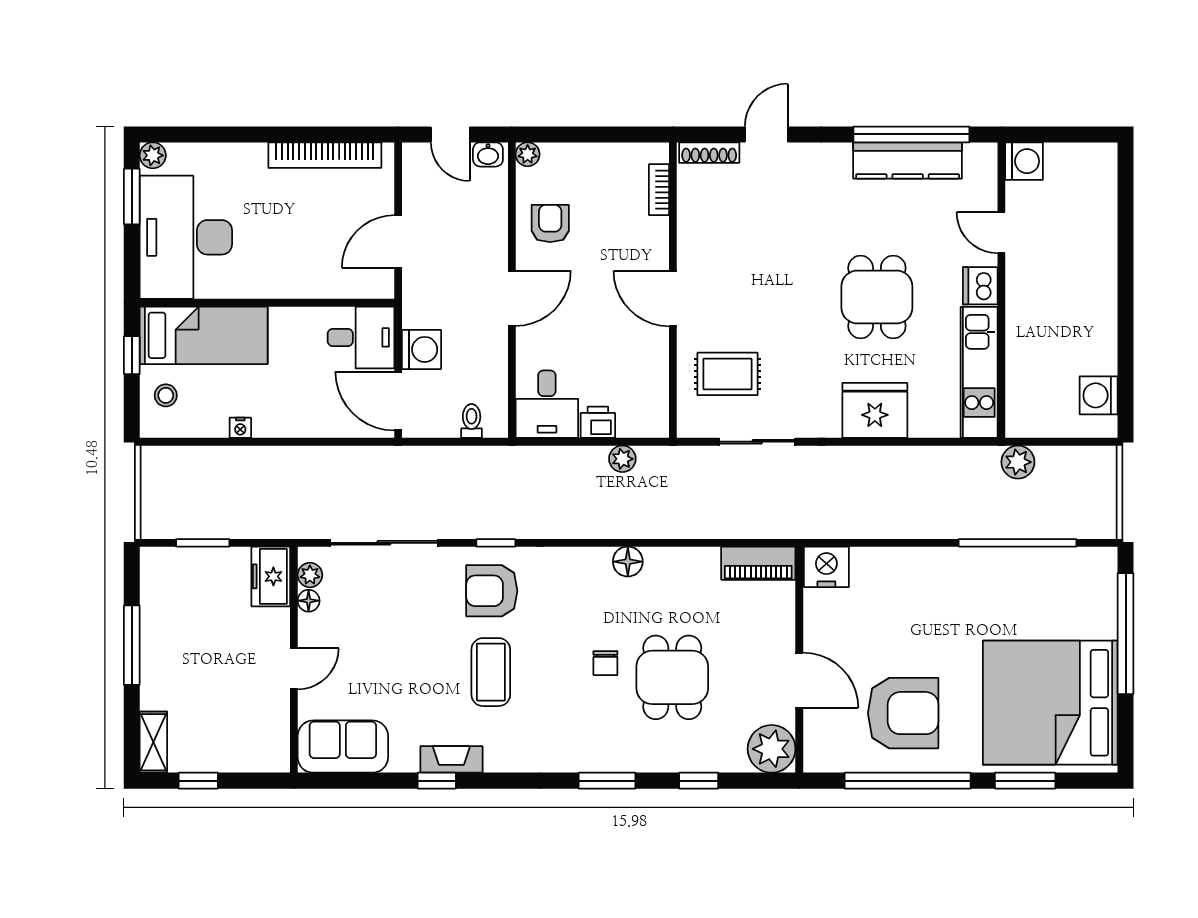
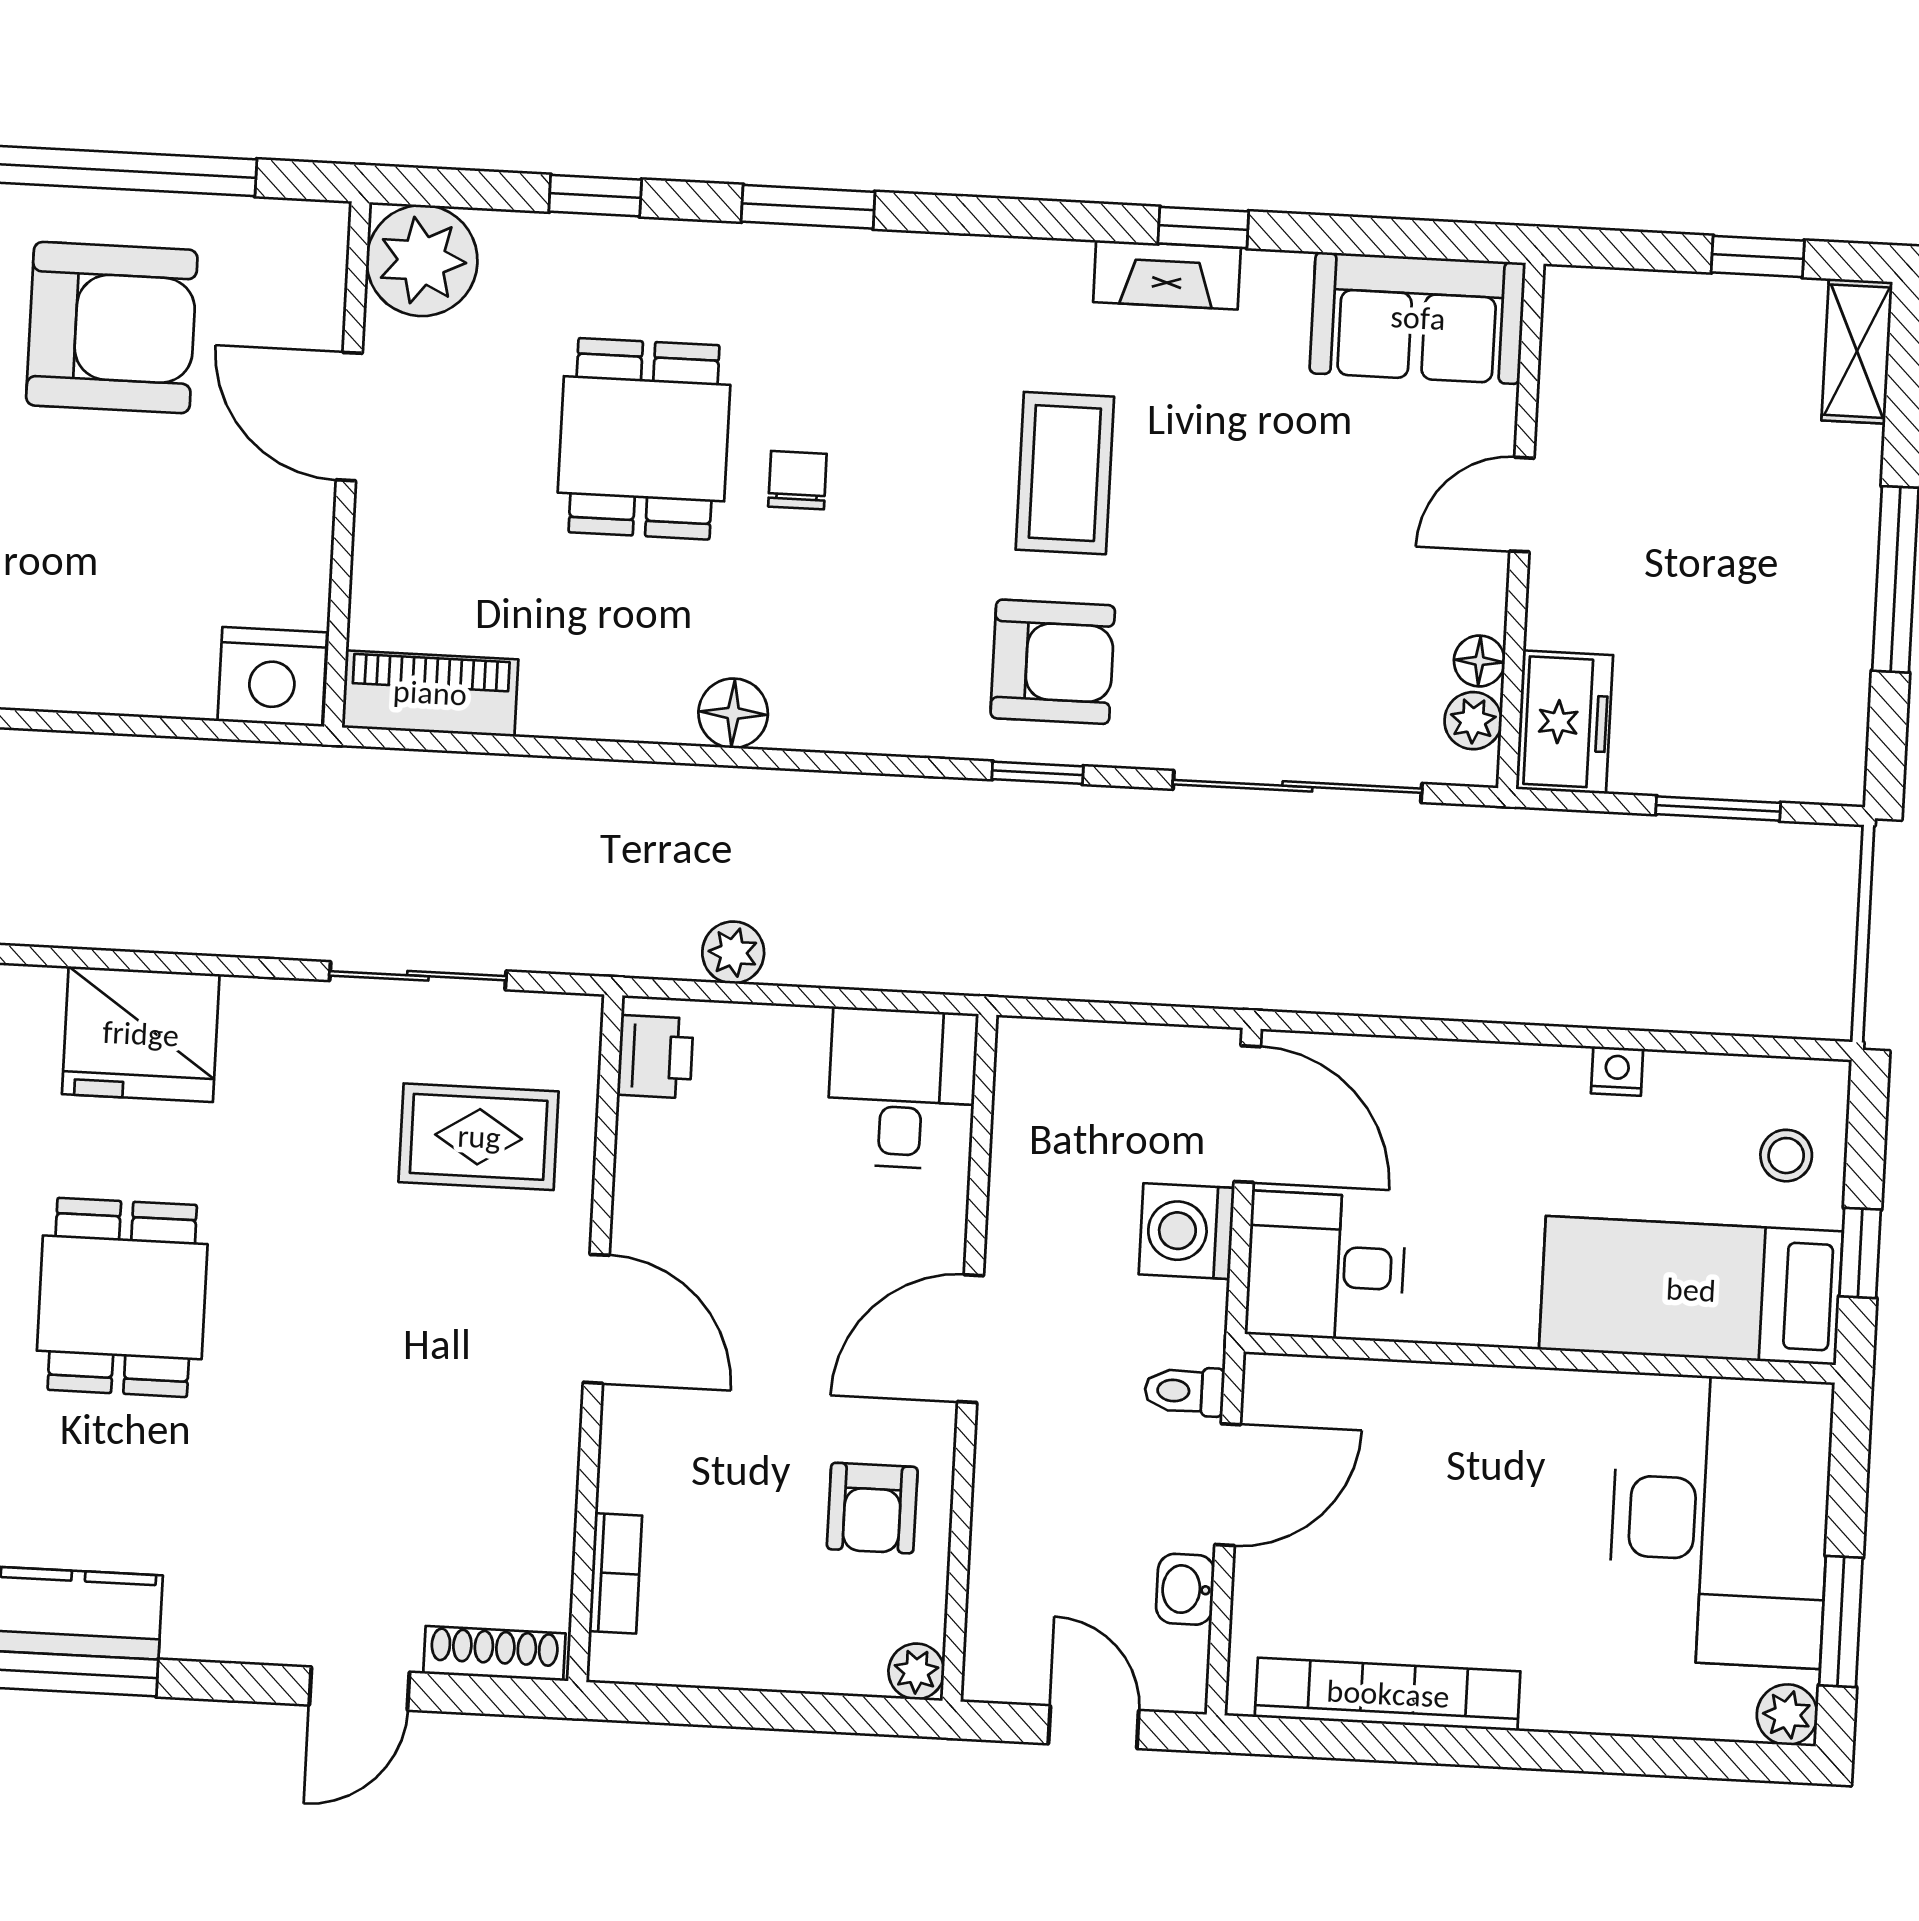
washbasin: (488, 154) -> (1185, 1589), moved, turned -90
toilet: (472, 421) -> (1184, 1391), moved, turned 90
printer: (598, 422) -> (655, 1057), moved, turned -90
armchair: (903, 713) -> (112, 328), turned 180

